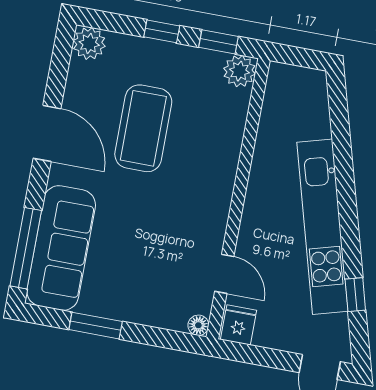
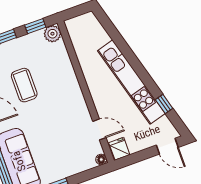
coffee table: (143, 128) -> (24, 85), width x0.73, depth x0.76

